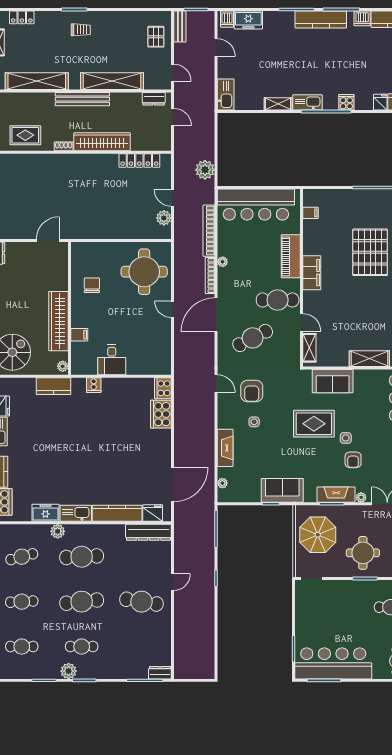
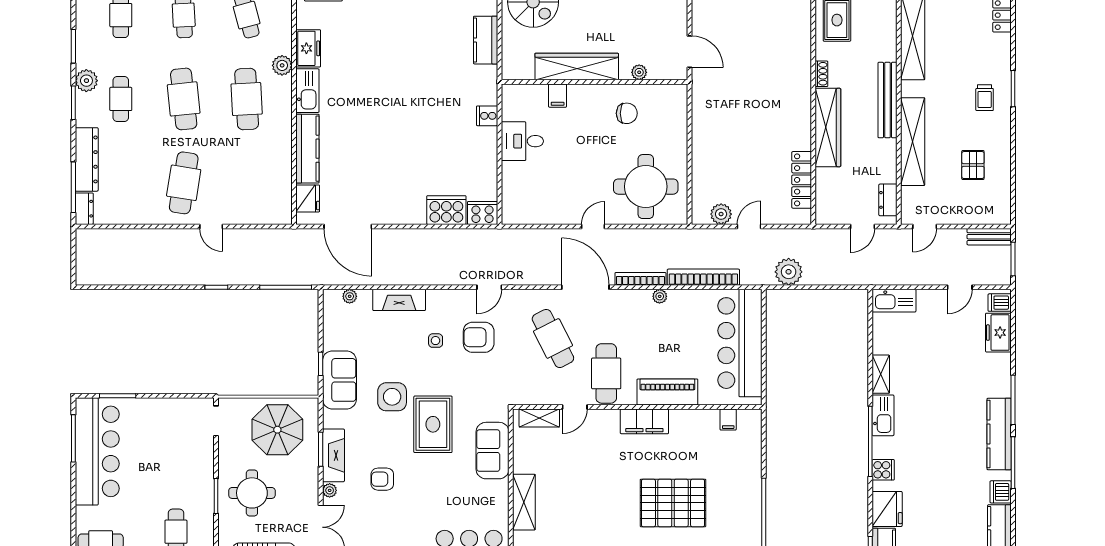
pallet: (156, 37) -> (973, 165), moved, turned 90
fridge: (380, 102) -> (887, 509), width x1.88, depth x1.34
plant: (63, 366) -> (639, 72), moved
kitchen counter: (54, 386) -> (486, 40), moved
side table: (346, 438) -> (392, 397), moved, width x1.87, depth x1.87
dresser: (148, 532) -> (87, 159), moved, turned 180

